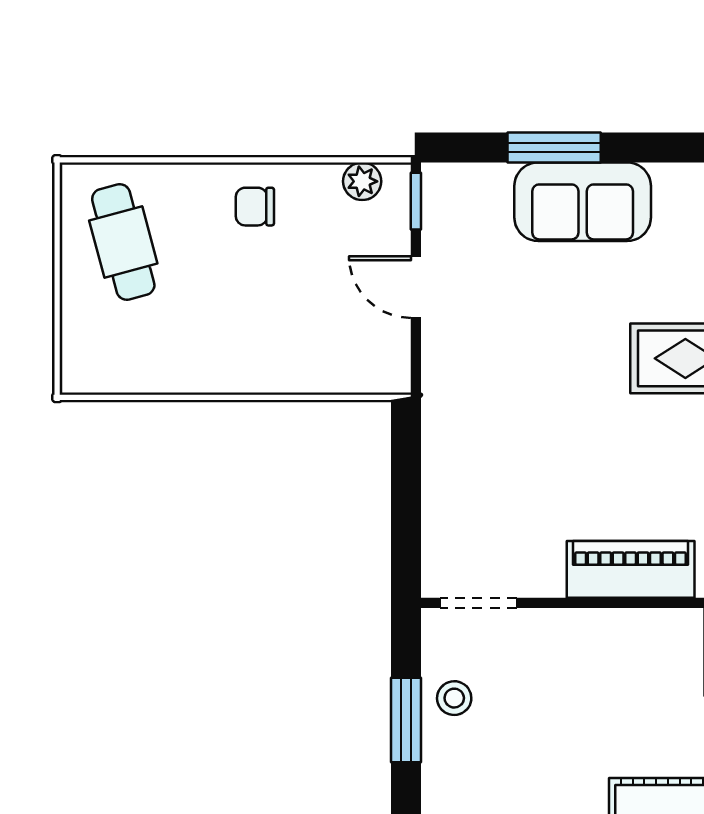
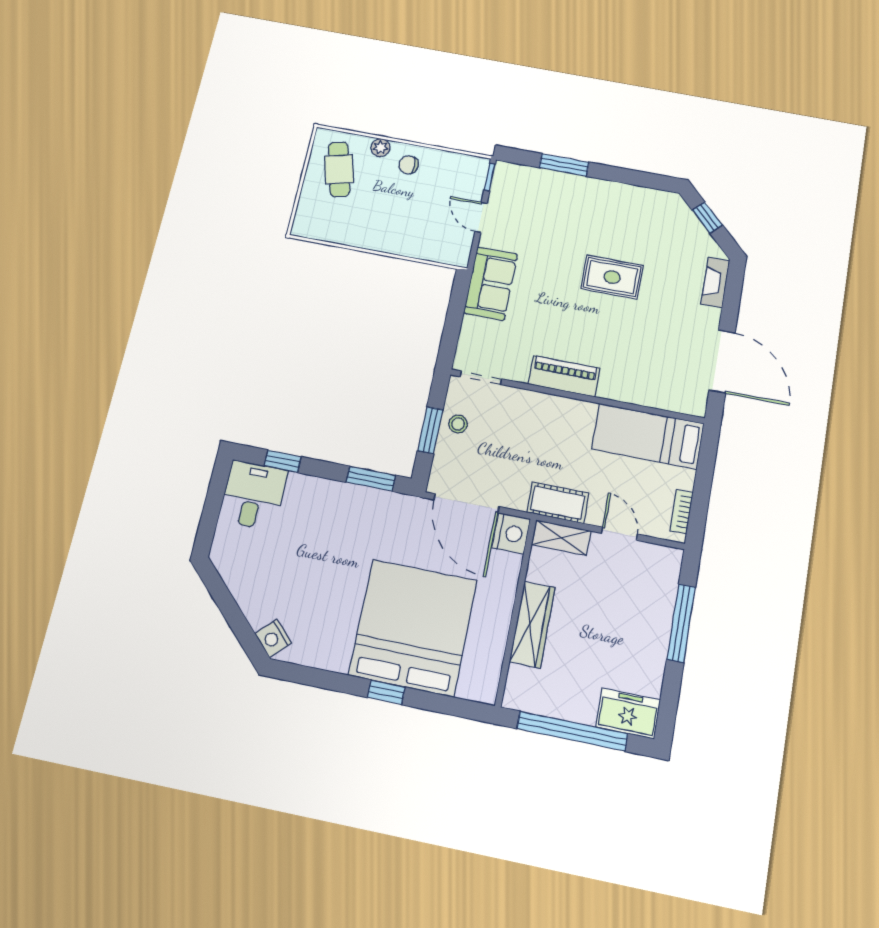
plant: (362, 181) -> (381, 148), moved
sofa: (583, 202) -> (491, 283), moved, turned -90

